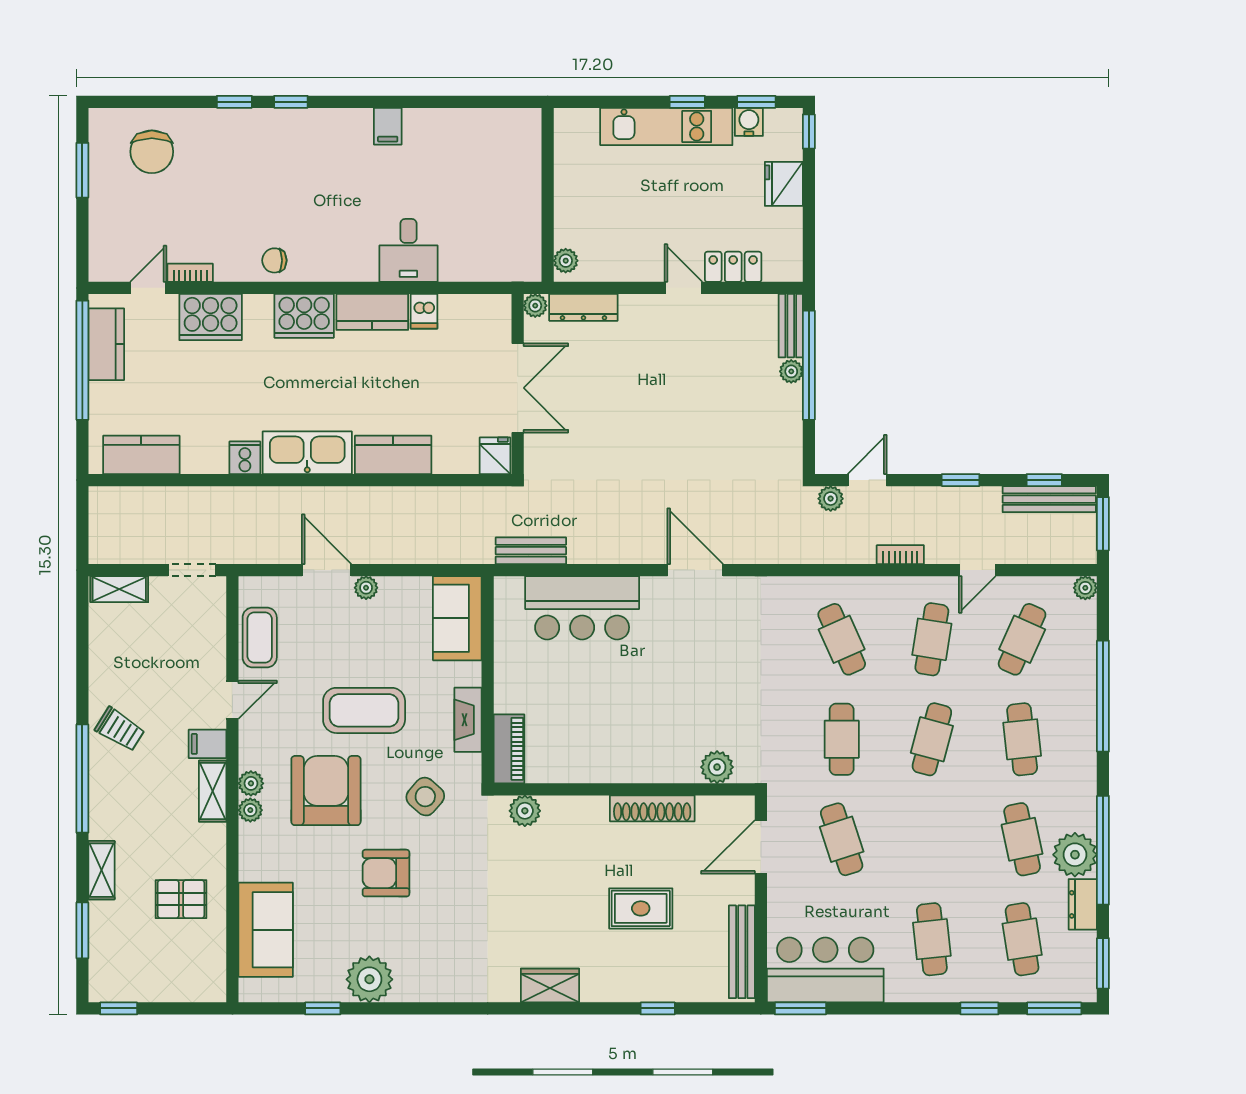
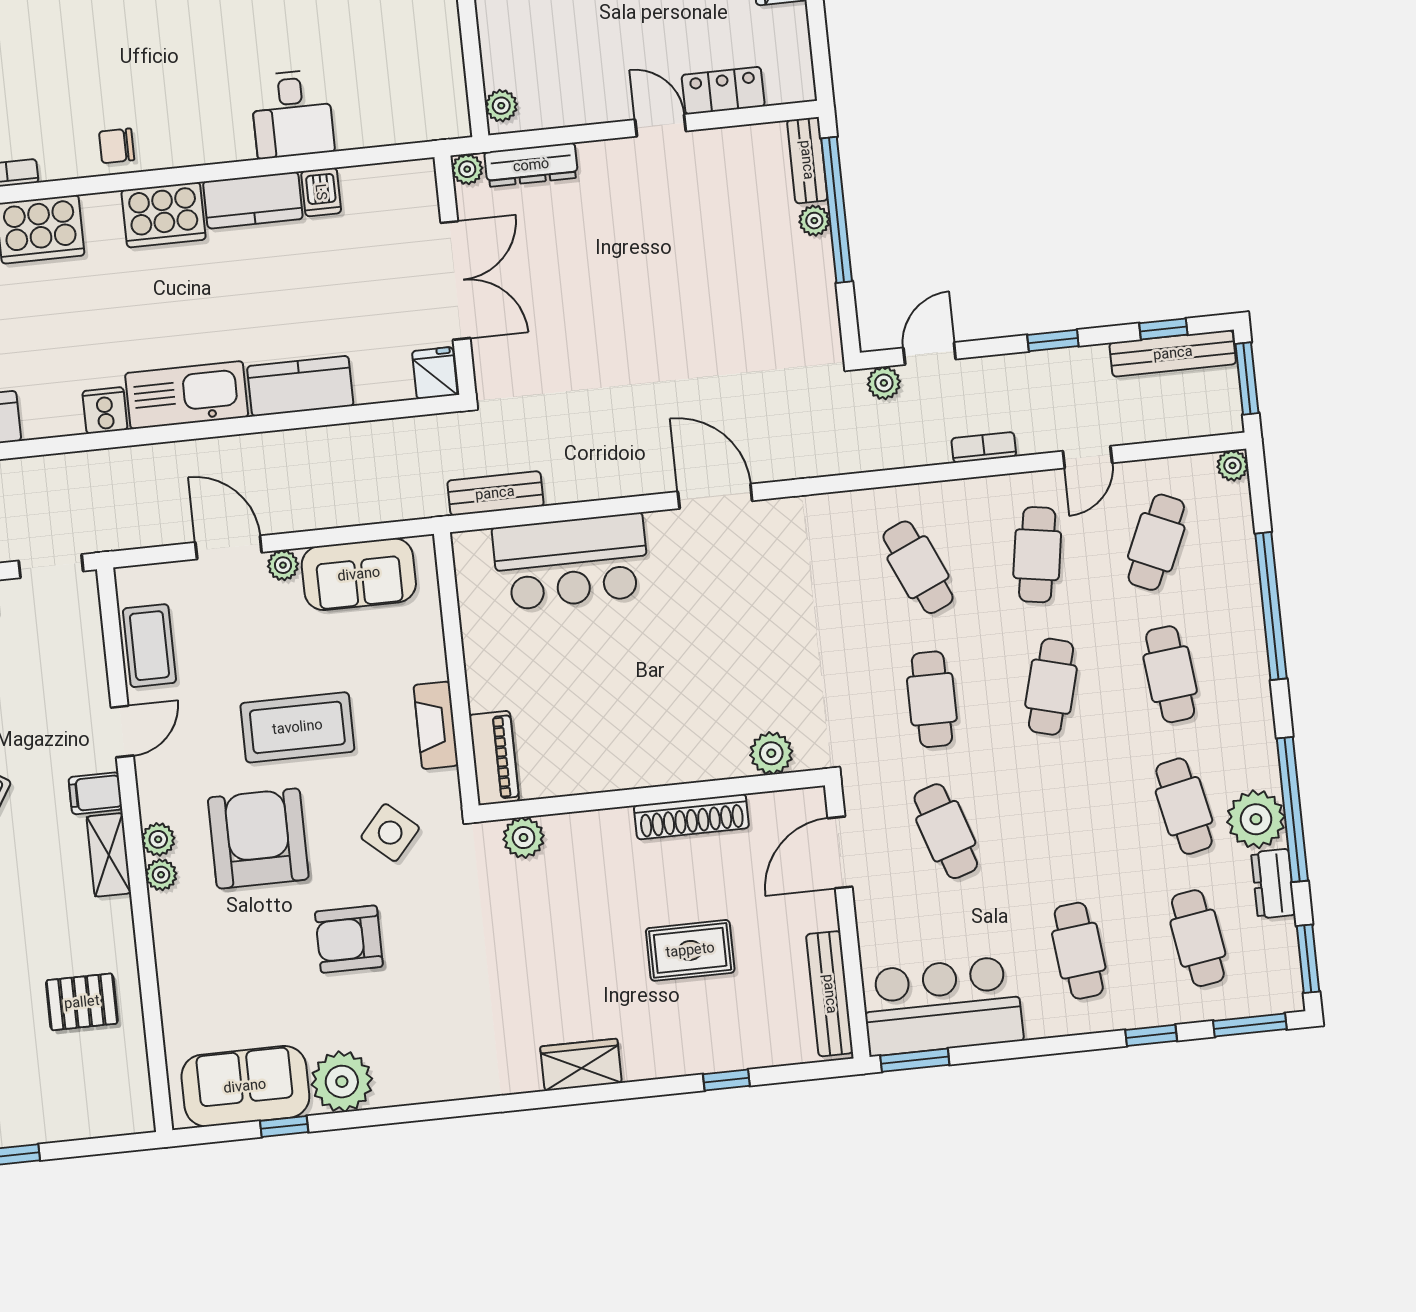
sofa: (457, 618) -> (359, 574), moved, turned -90
sofa: (266, 930) -> (245, 1086), moved, turned -90

